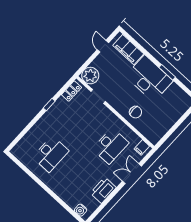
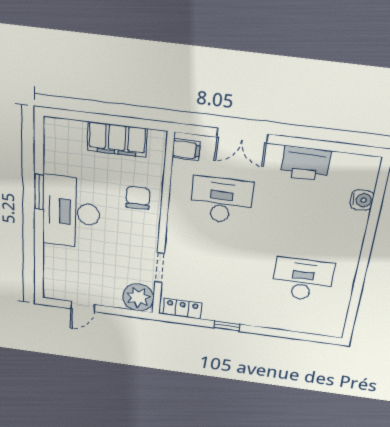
filing cabinet: (128, 50) -> (117, 140), moved, turned 90
water cooler: (81, 210) -> (362, 200), moved

